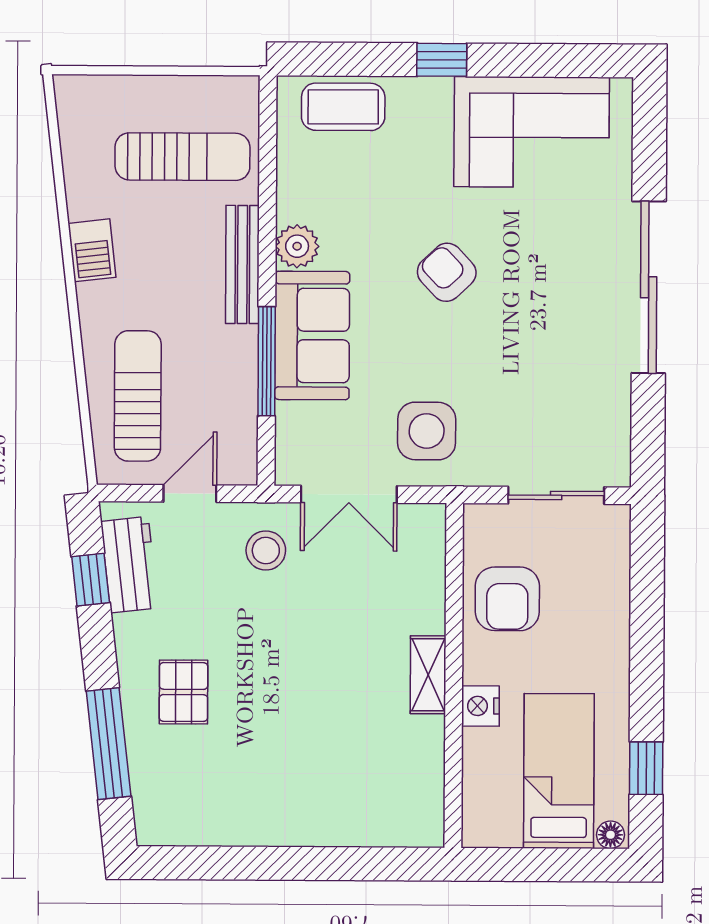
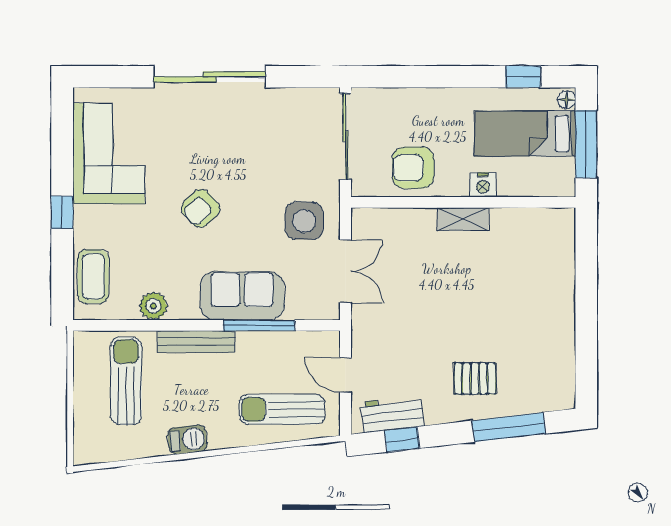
plant: (297, 246) -> (153, 306), moved
sliding door: (556, 495) -> (346, 136), width x1.37
stool: (266, 550) -> (382, 325), removed
armchair: (507, 599) -> (413, 168), turned 180
window: (542, 865) -> (586, 144), added

